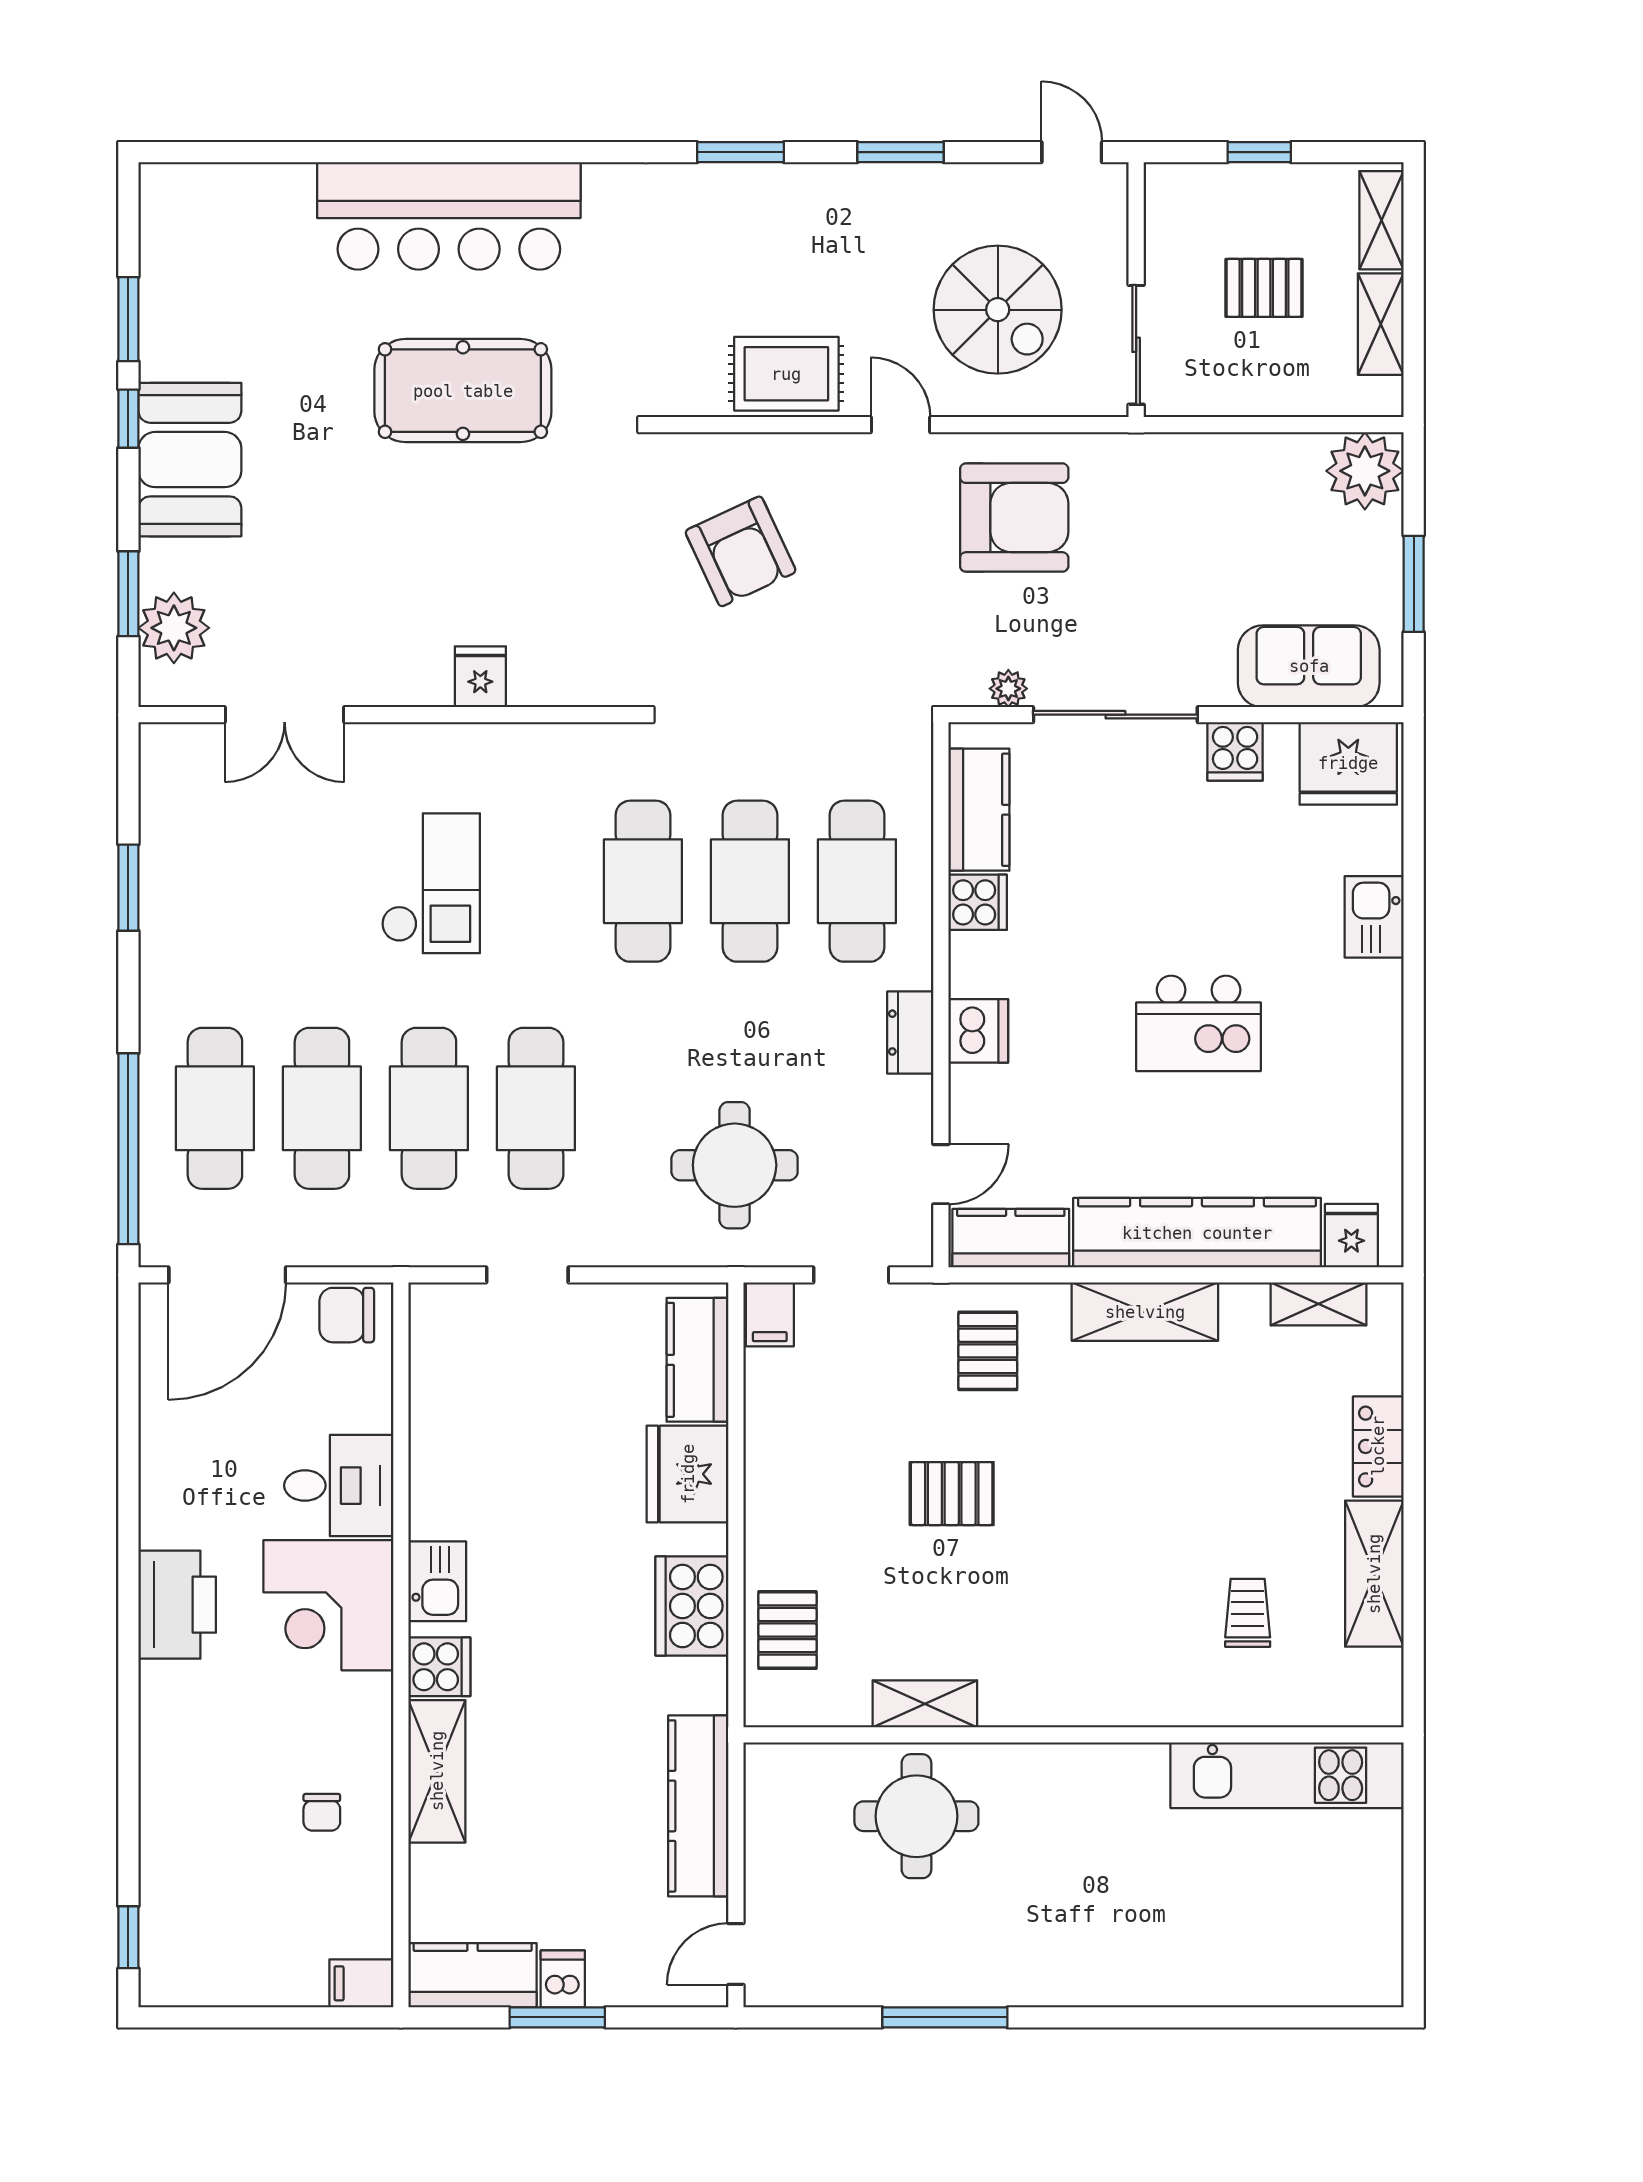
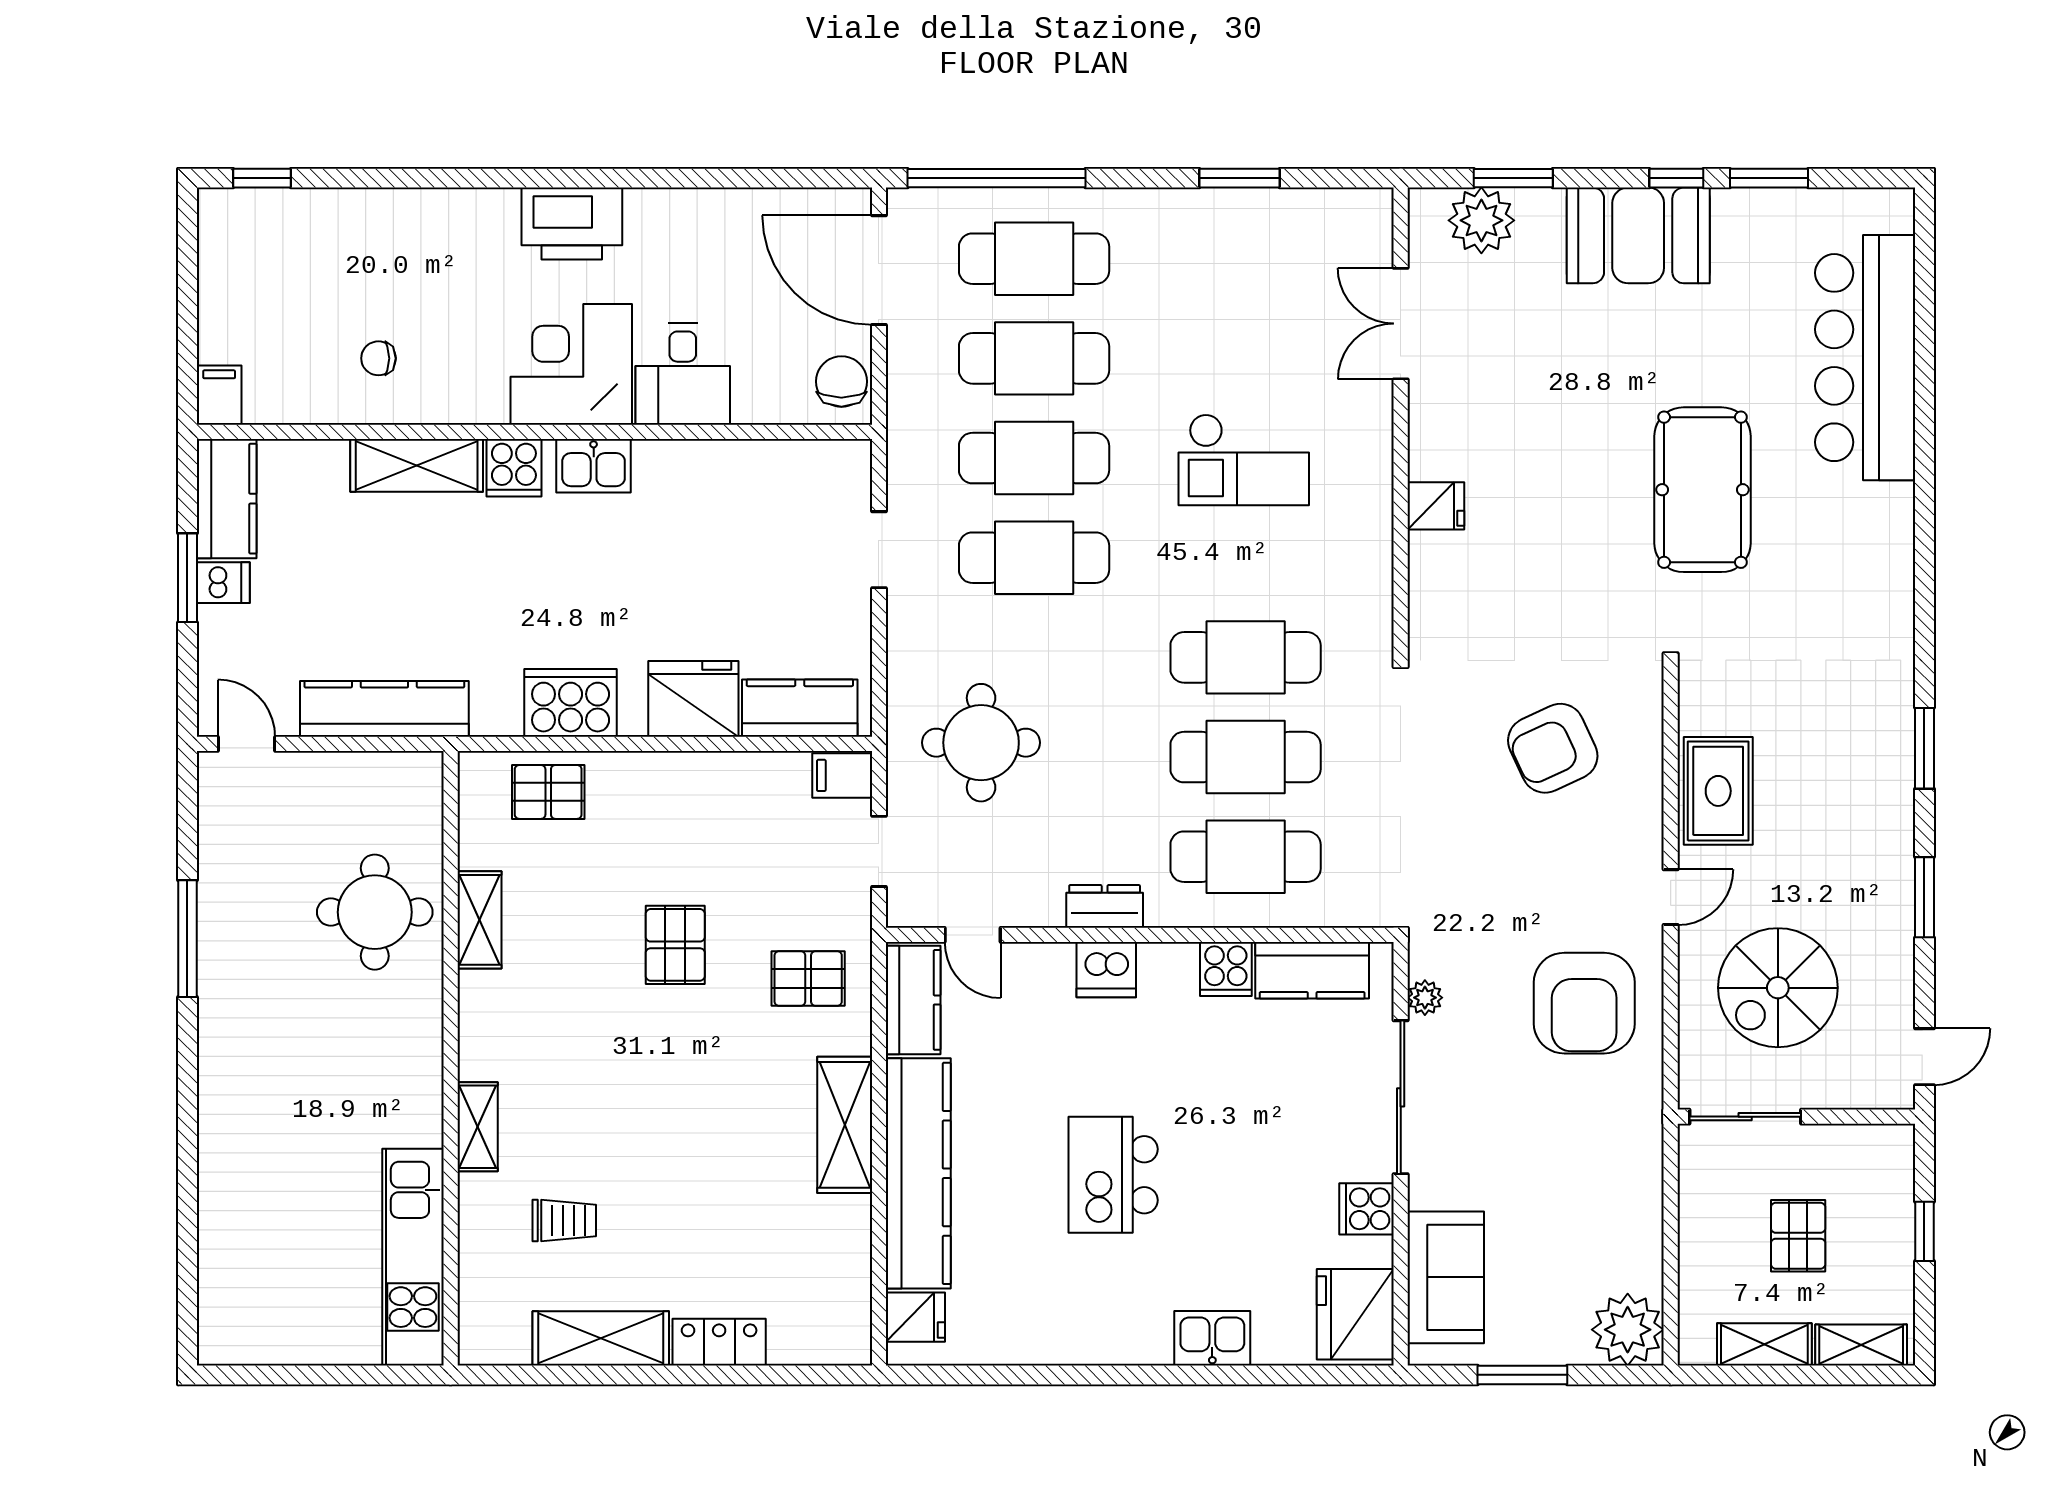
bar counter: (449, 216) -> (1865, 358), moved
shelving: (1319, 1304) -> (478, 1127), moved

